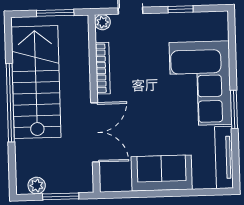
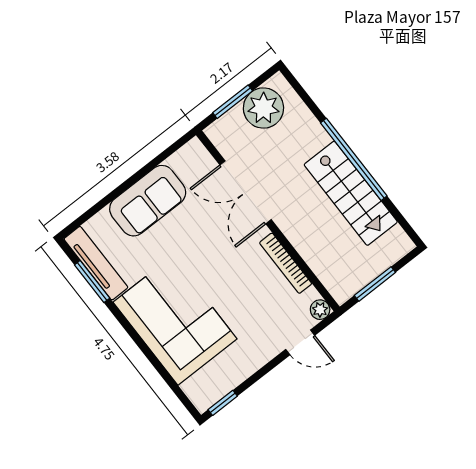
window: (181, 9) -> (223, 403), moved
stairs: (36, 82) -> (351, 193), width x0.73, depth x0.66
window: (234, 109) -> (92, 281), moved
plant: (37, 186) -> (263, 108), width x1.88, depth x1.88

